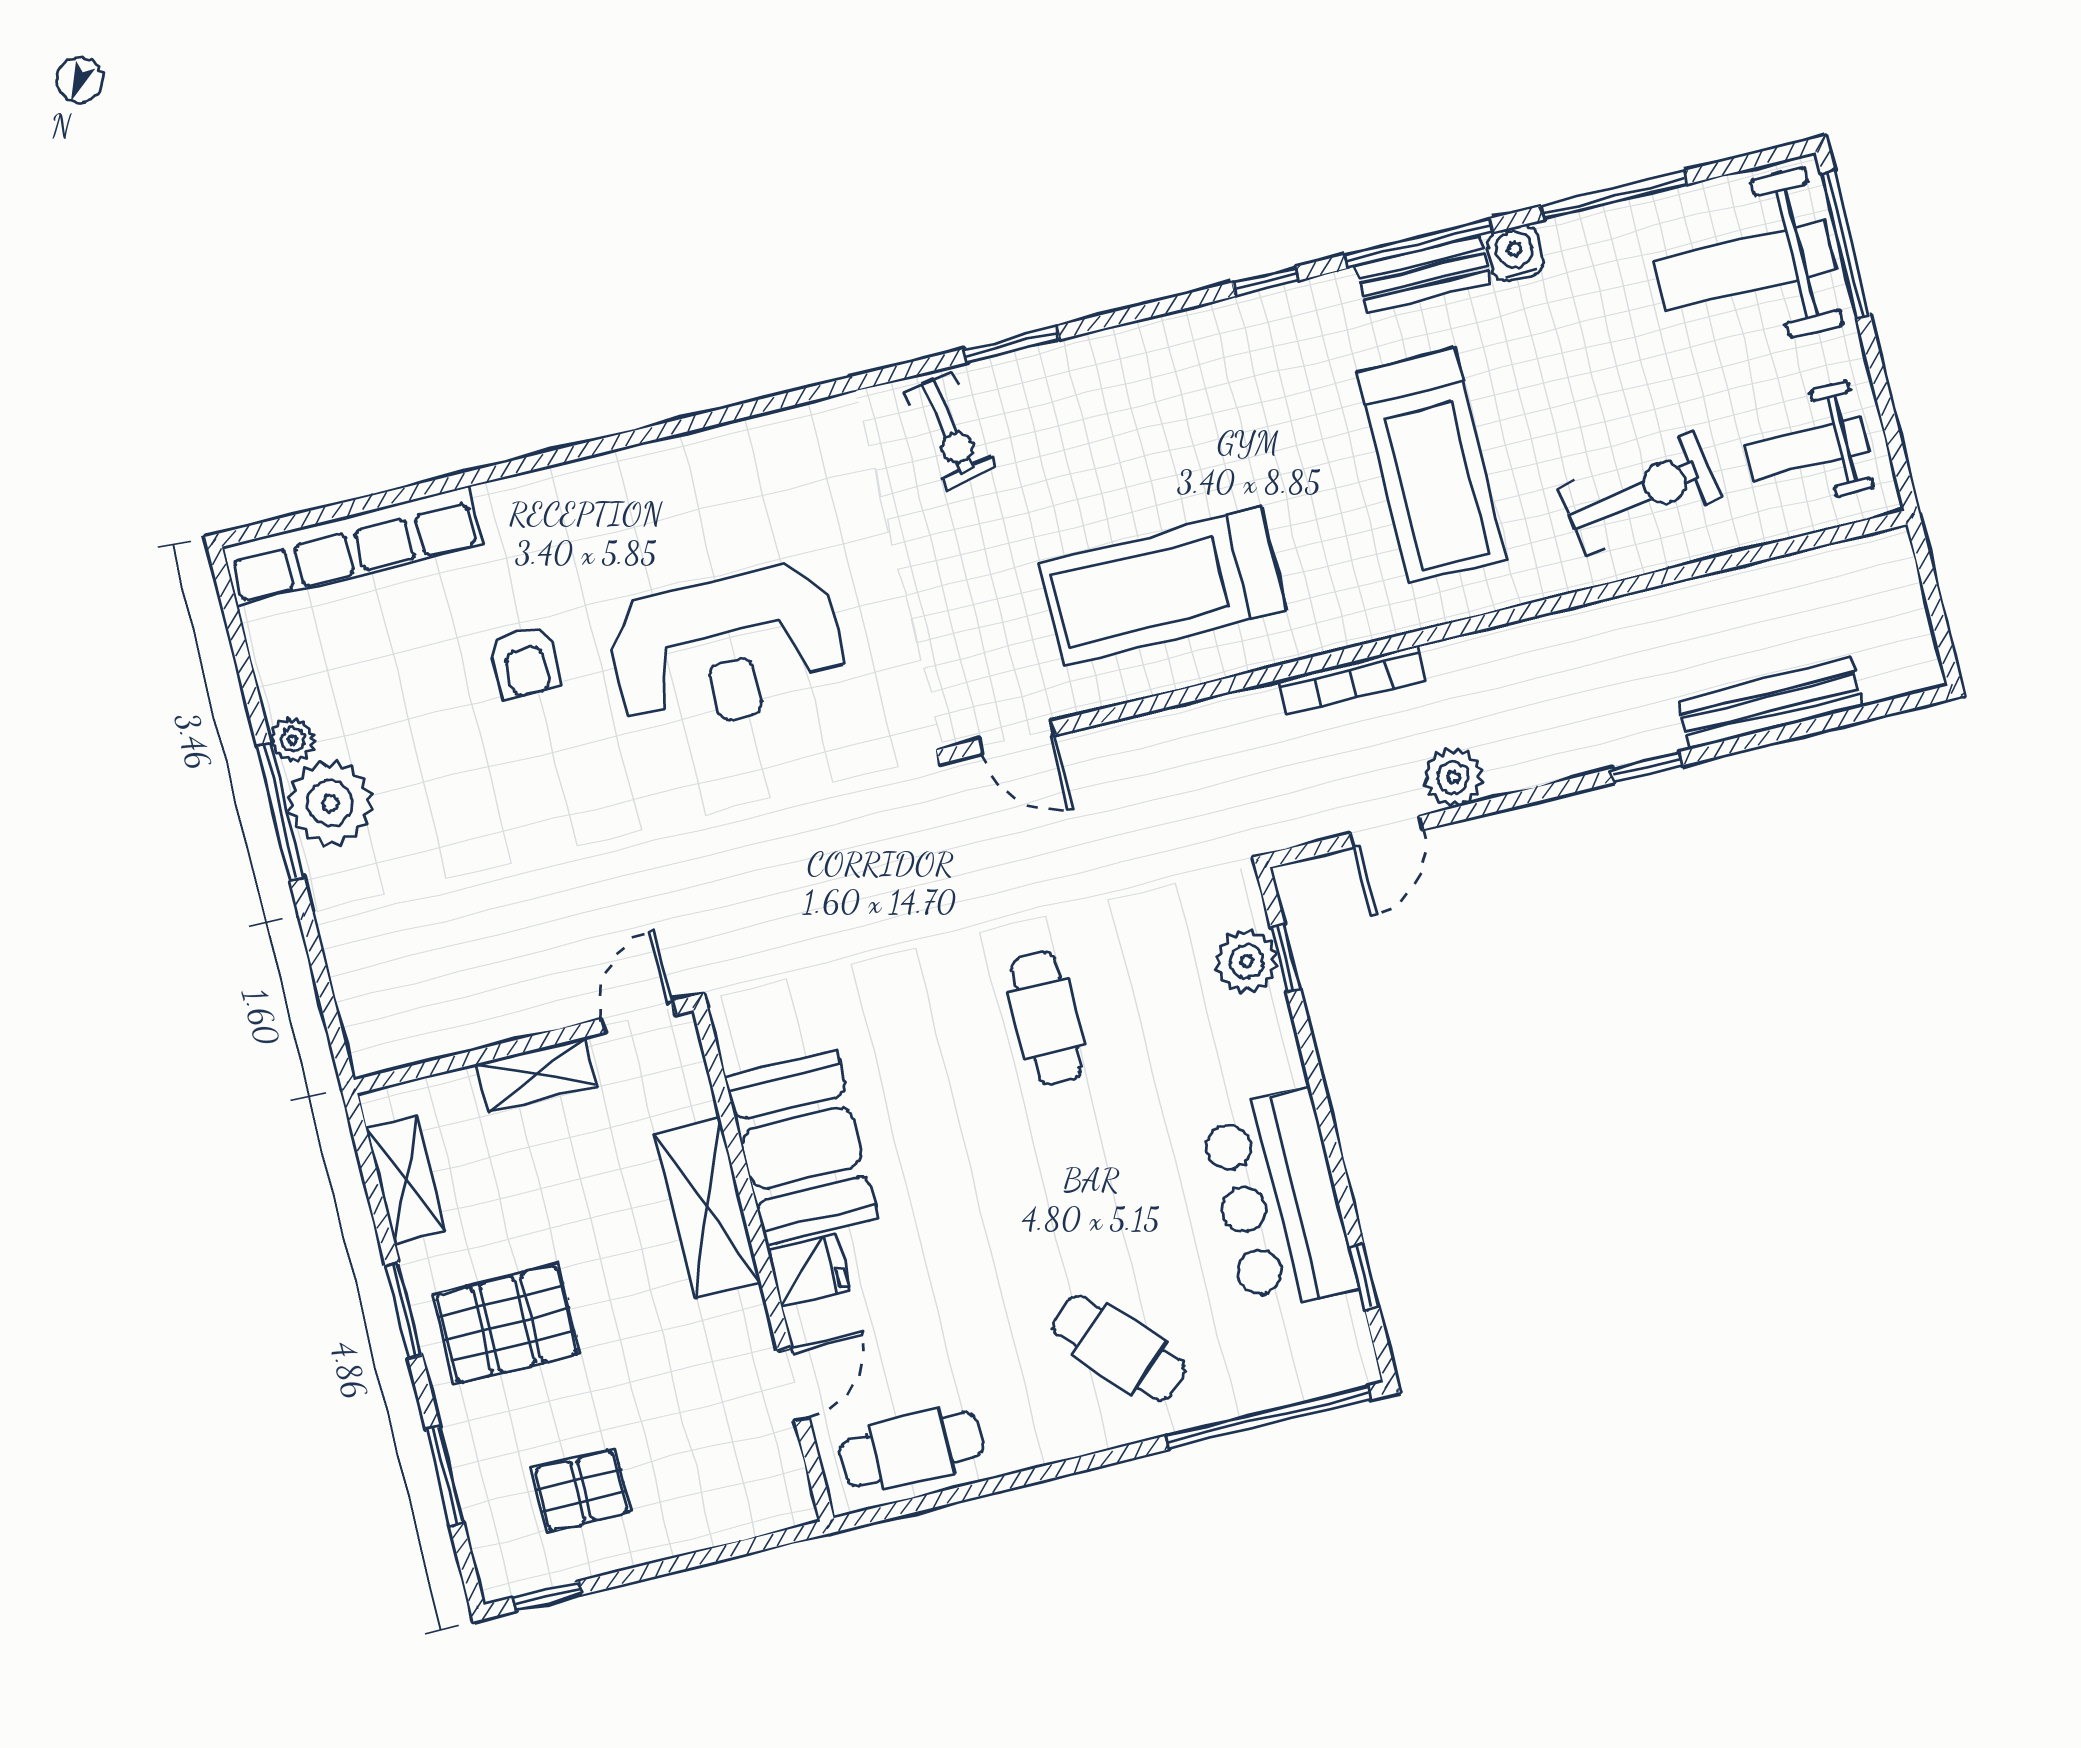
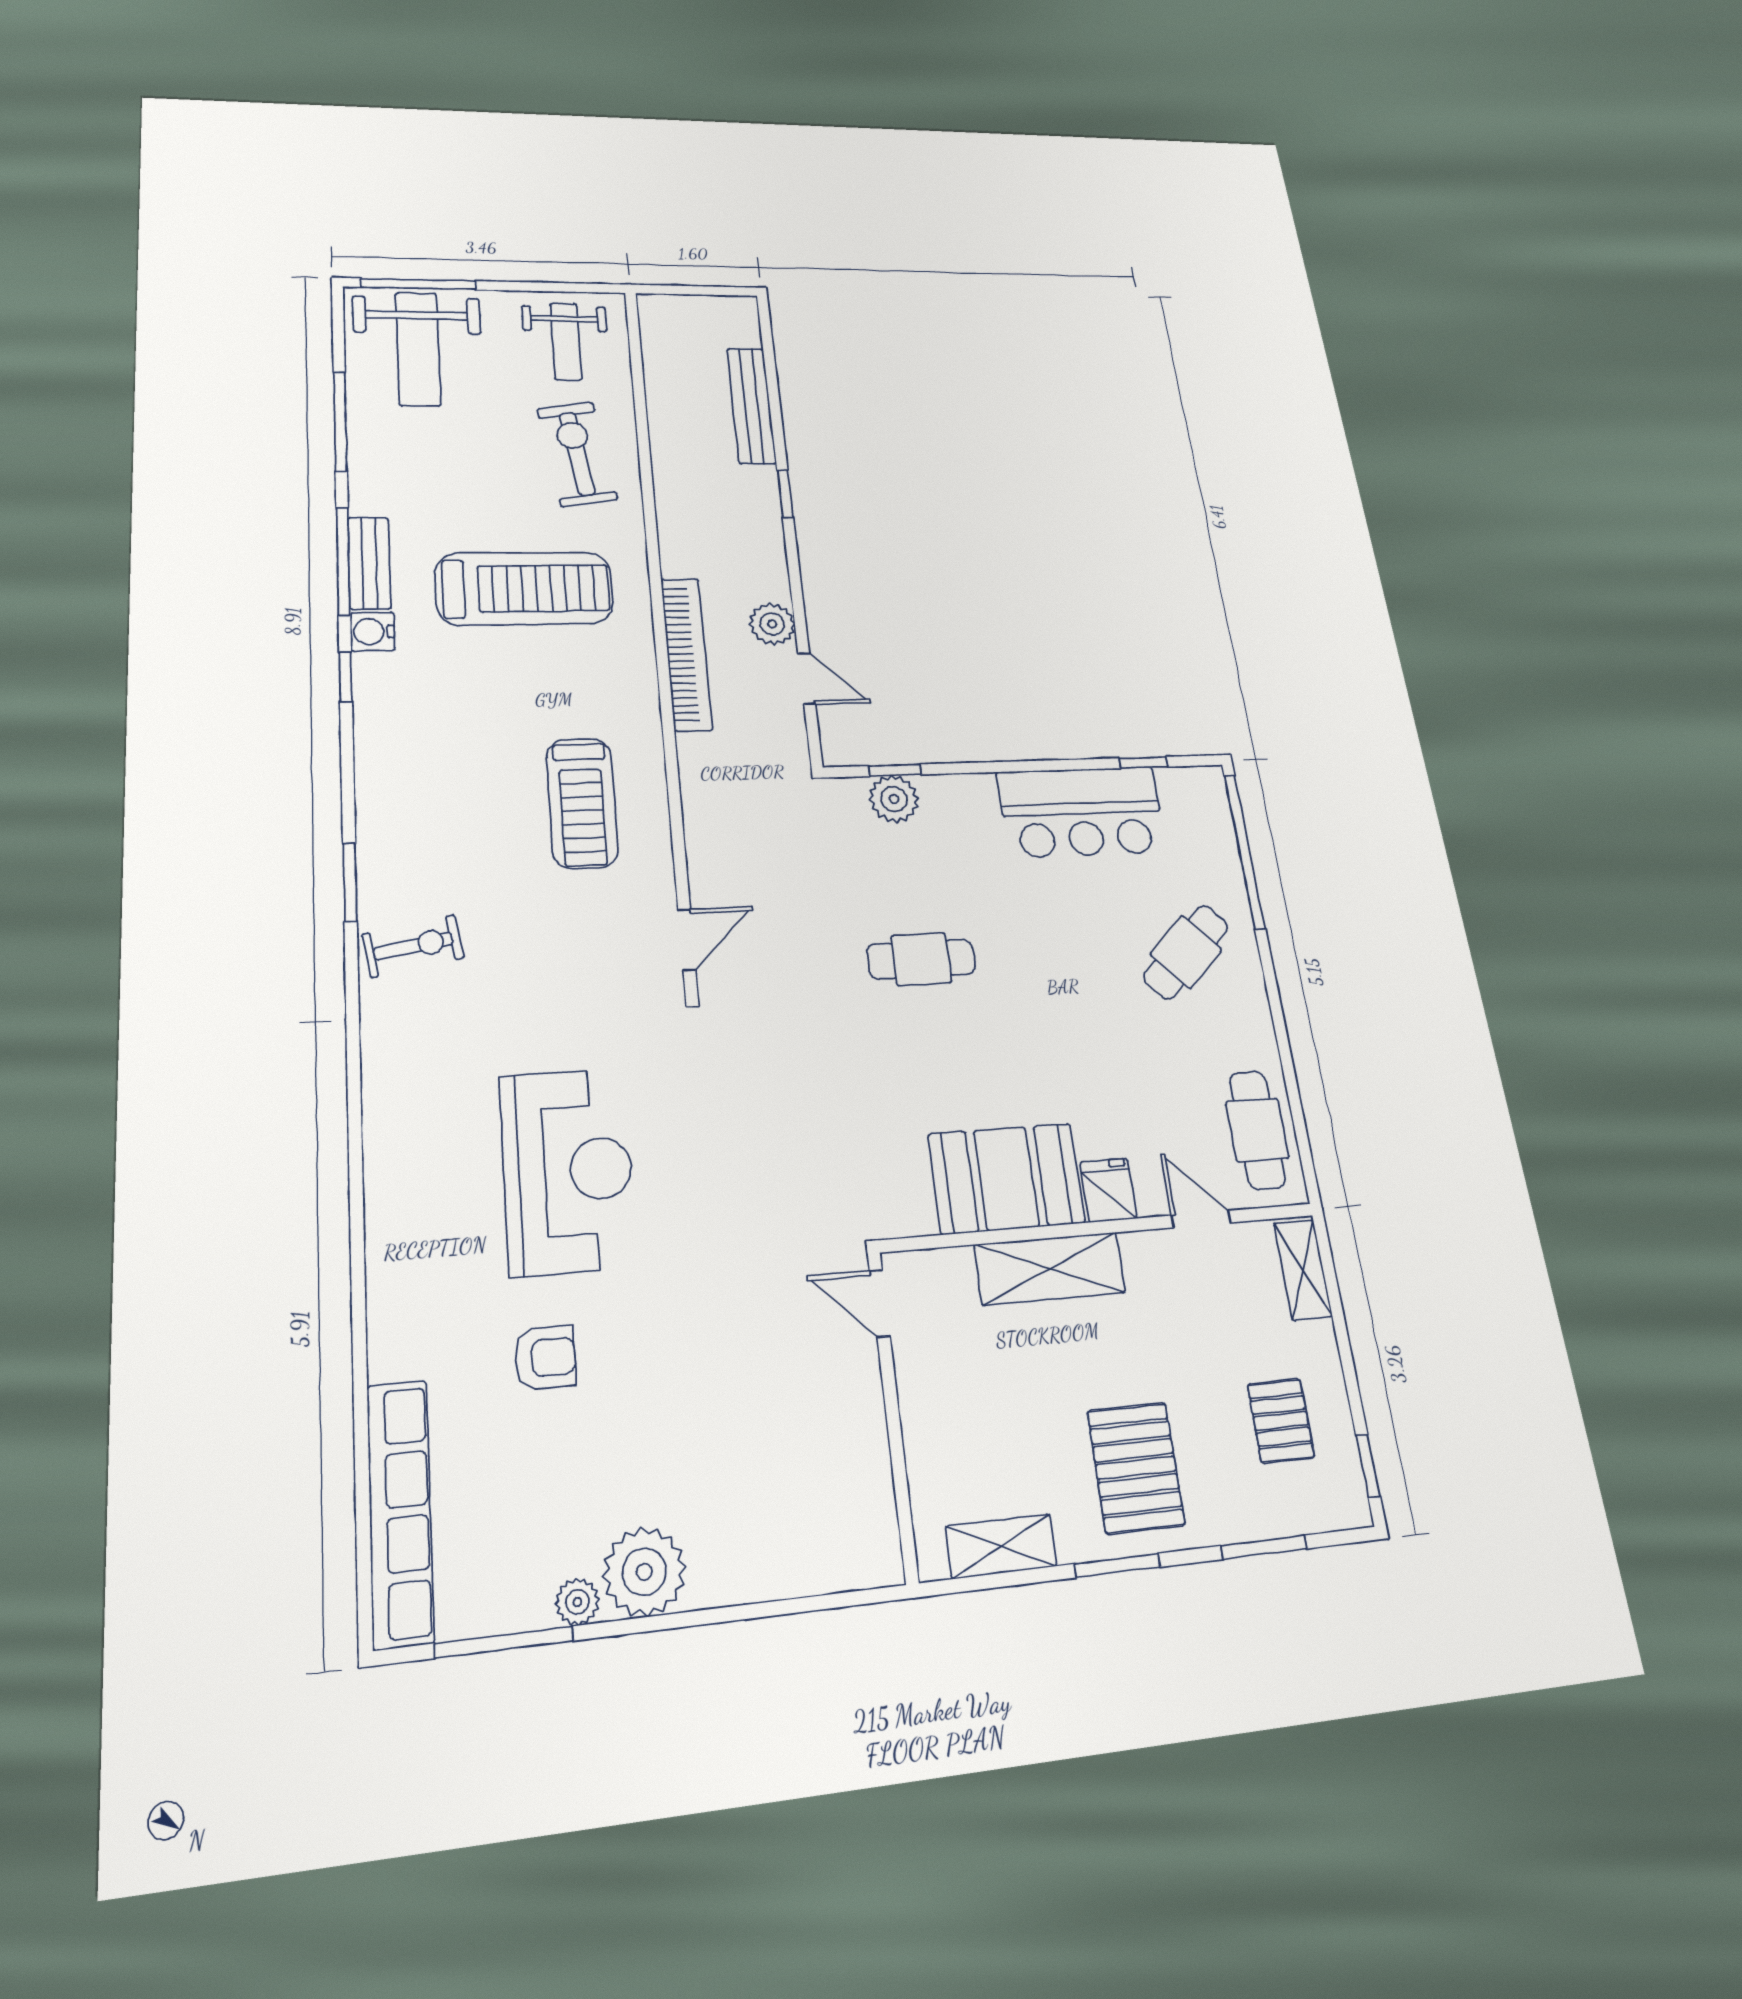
water cooler: (1515, 253) -> (372, 632), moved
treadmill: (1163, 587) -> (582, 803), width x0.73, depth x0.73
bookcase: (1353, 680) -> (686, 654), width x1.48, depth x1.31
window: (280, 812) -> (504, 1642), moved
shelving: (536, 1075) -> (1303, 1270), moved

